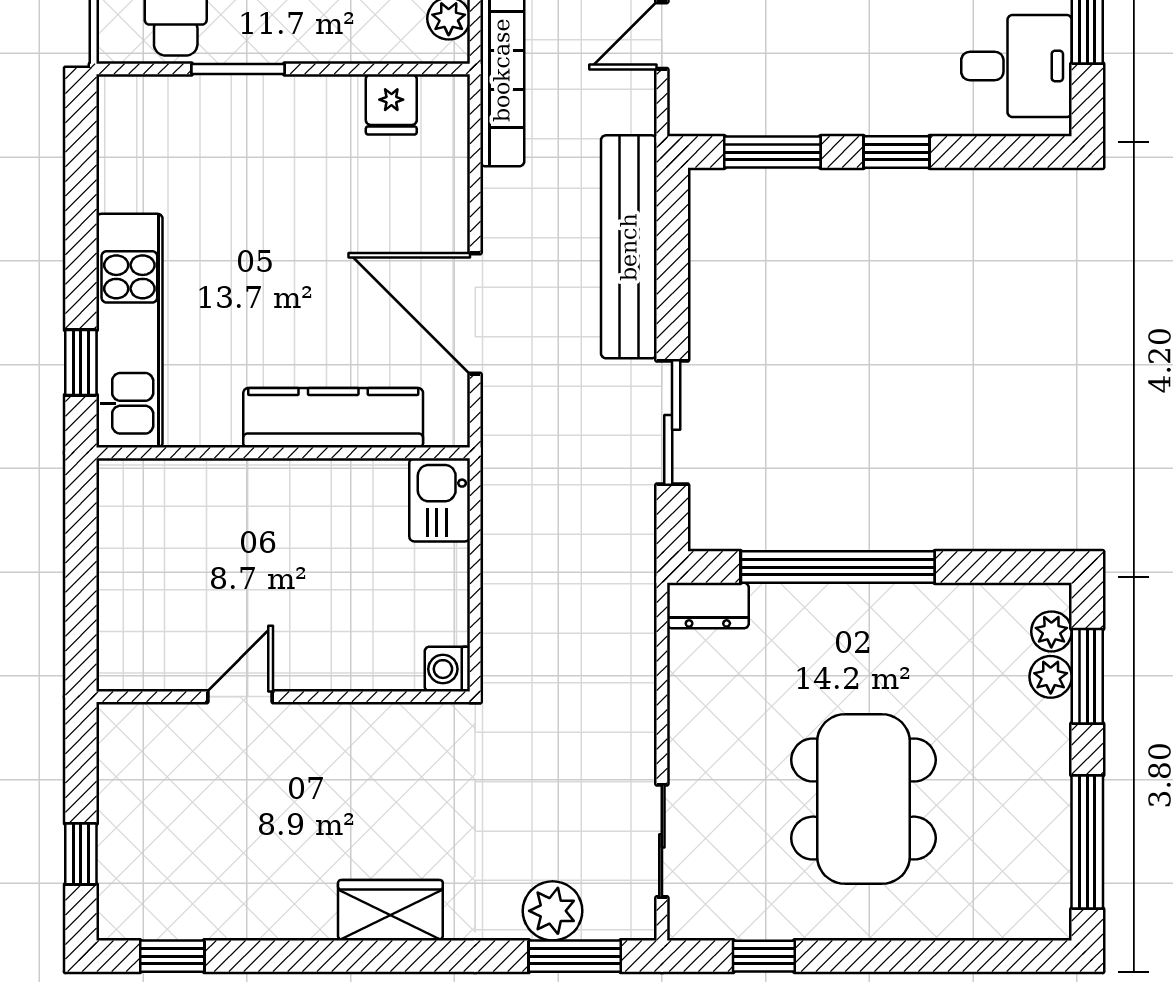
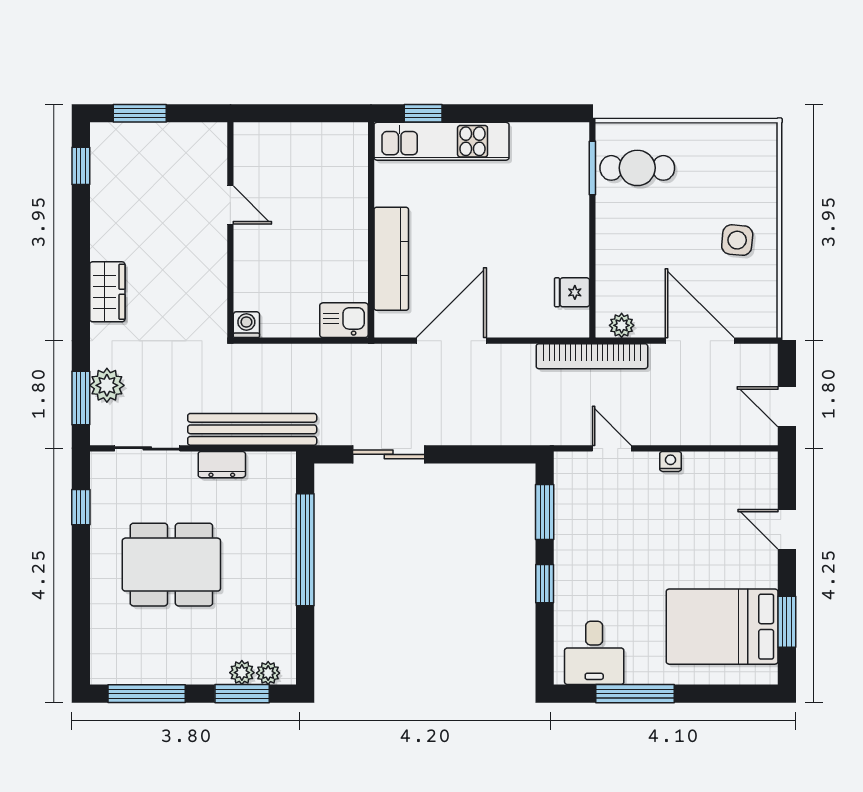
window: (238, 69) -> (592, 168), moved
bench: (629, 247) -> (252, 429), moved
dresser: (708, 606) -> (222, 465), moved, turned -90
window: (81, 854) -> (140, 113), width x1.50

